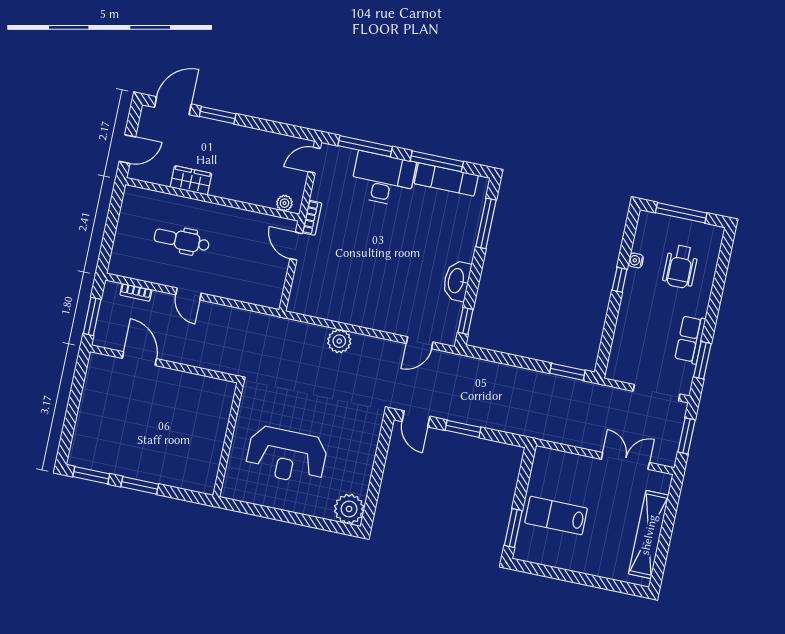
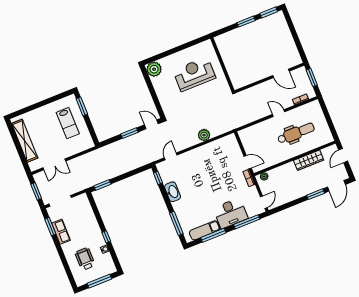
wardrobe: (191, 180) -> (309, 160), width x1.50
dental chair: (182, 240) -> (296, 133), width x1.36, depth x1.38
lab bench: (556, 516) -> (68, 123), turned 90

